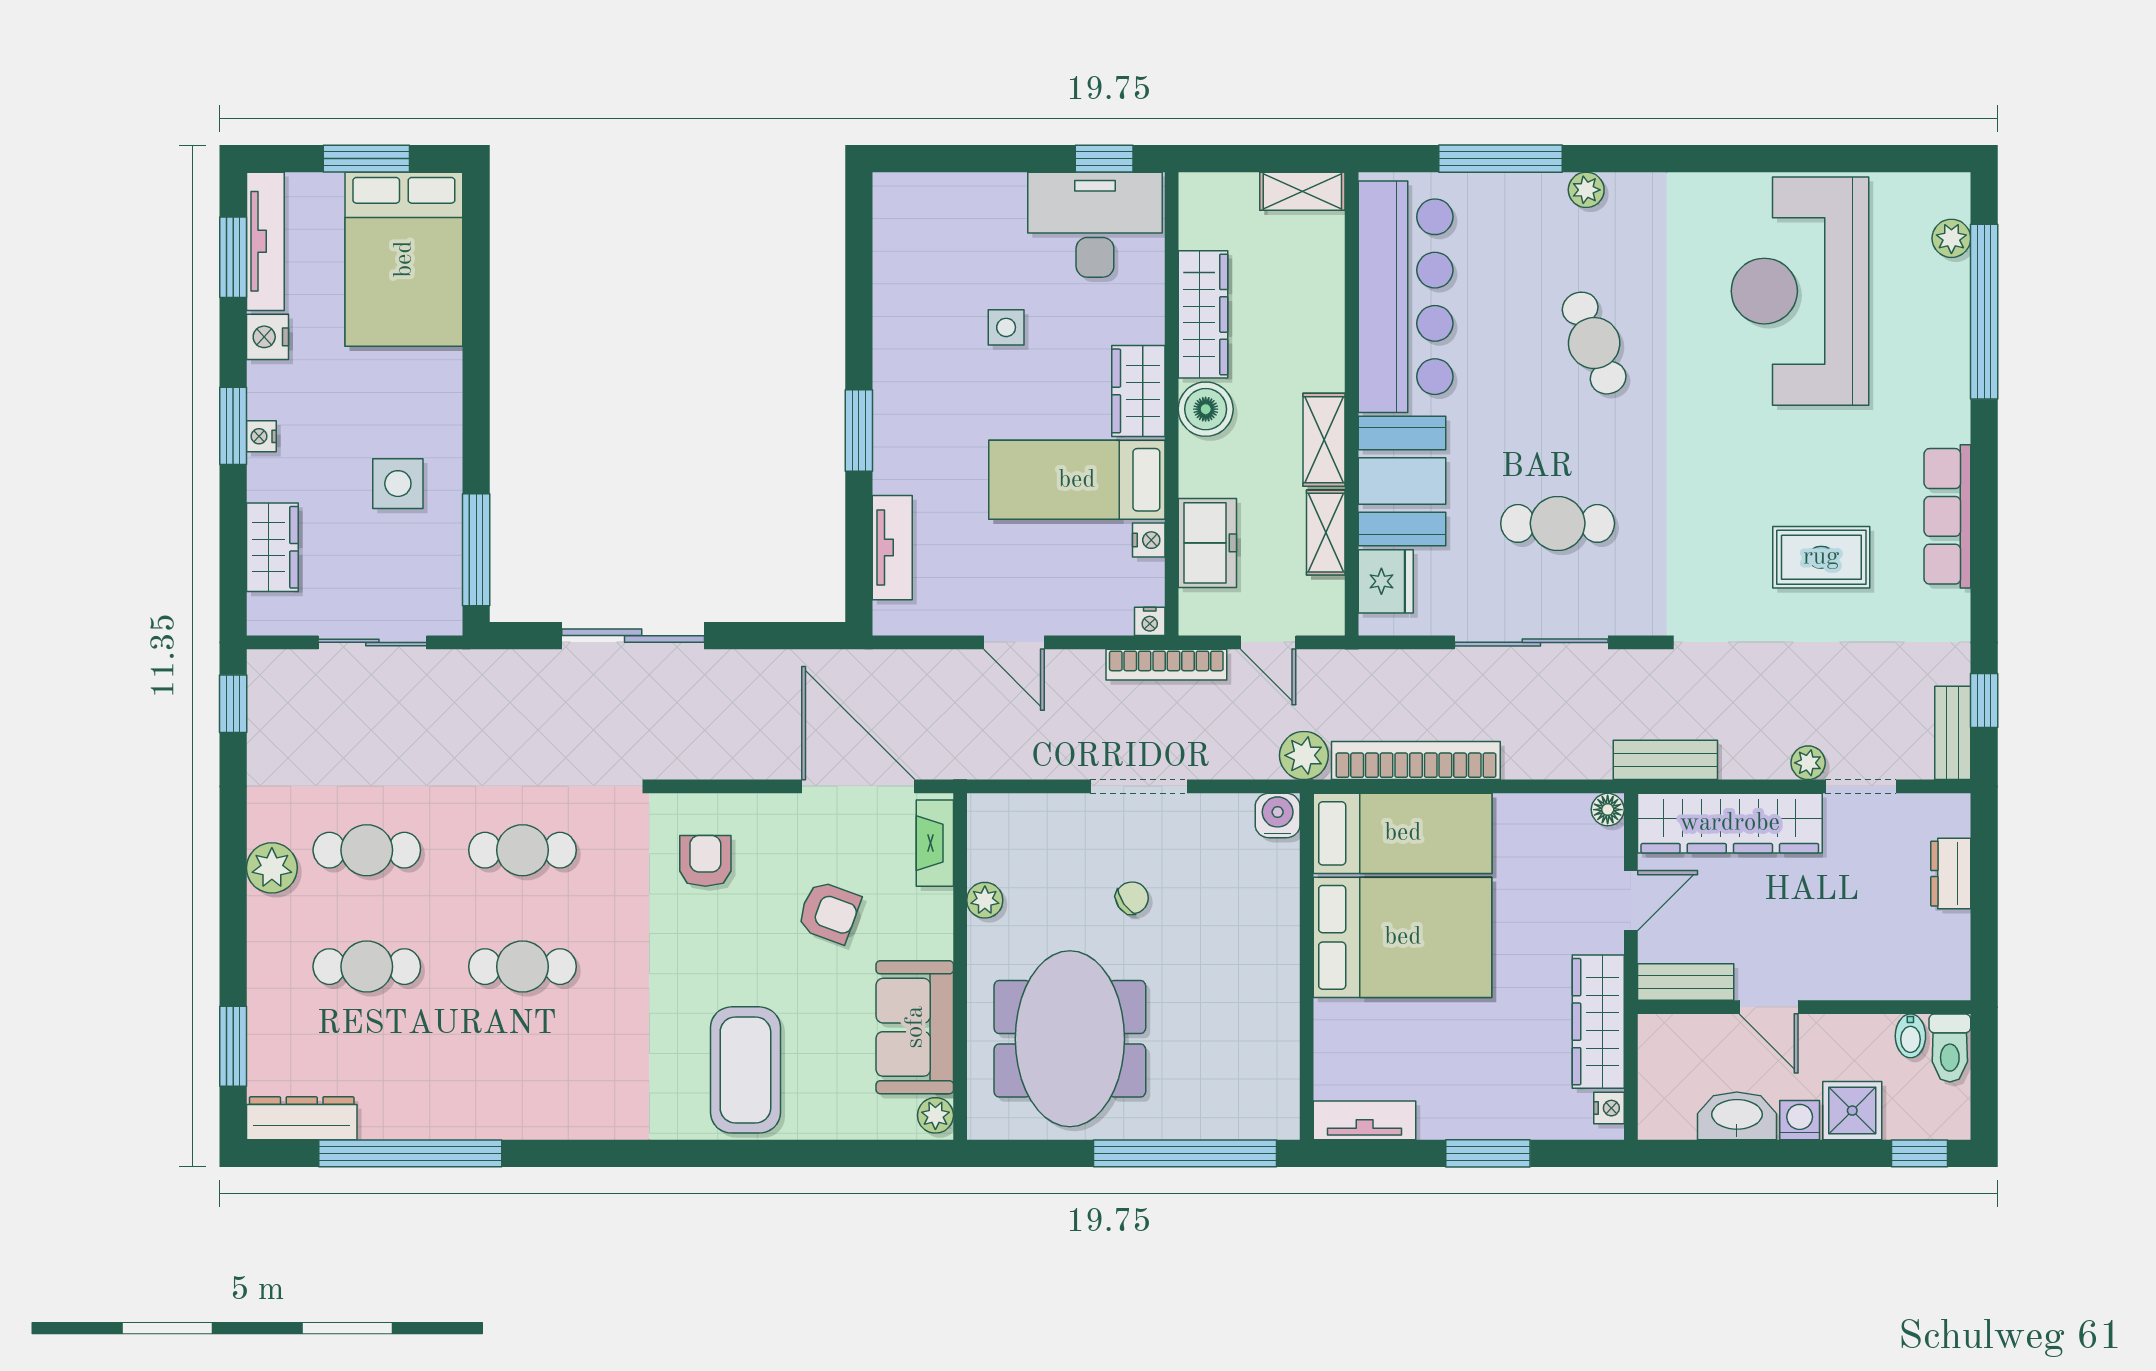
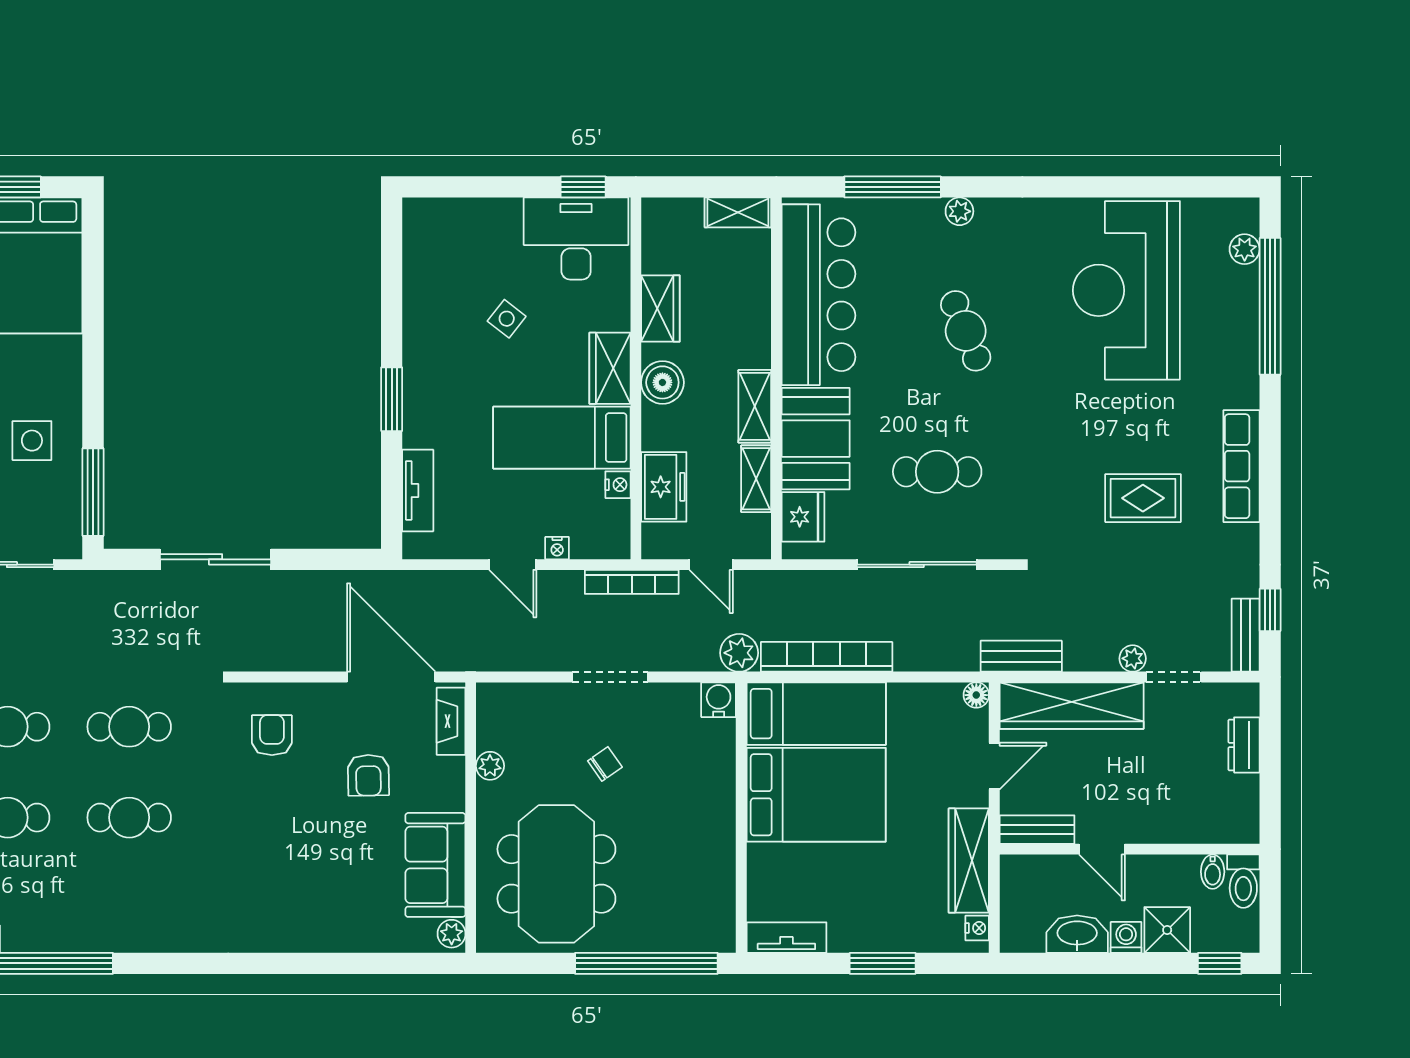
wardrobe: (1203, 314) -> (660, 309), width x0.67
side table: (1006, 327) -> (507, 319), turned 38
nightstand: (1150, 621) -> (557, 548), moved
armchair: (829, 912) -> (368, 775), turned 69
coffee table: (745, 1070) -> (303, 898), removed

